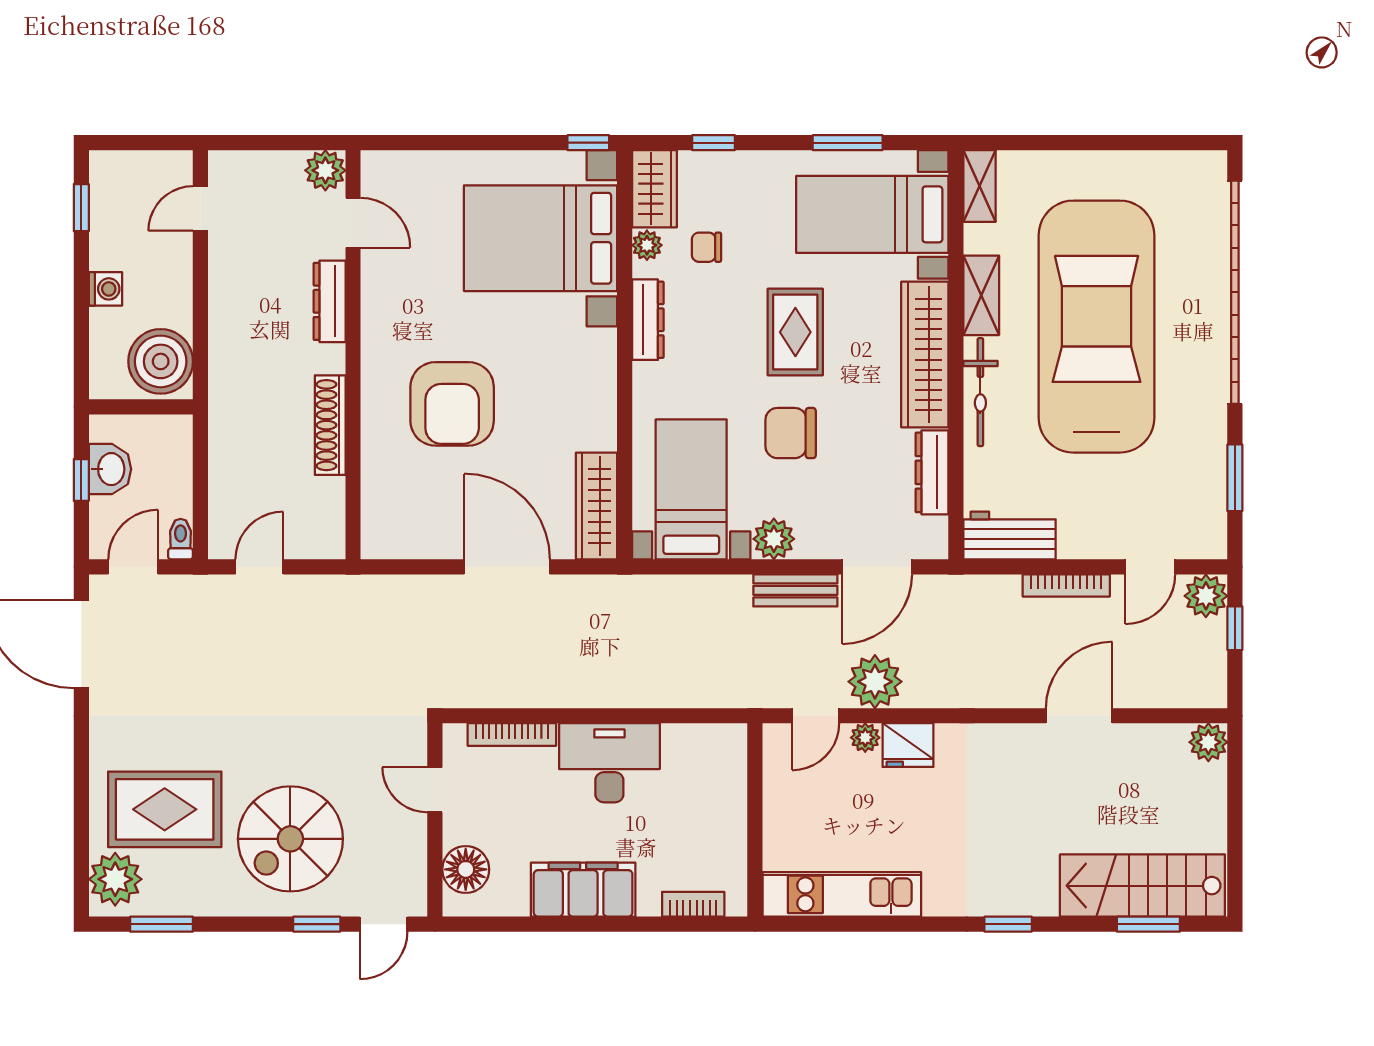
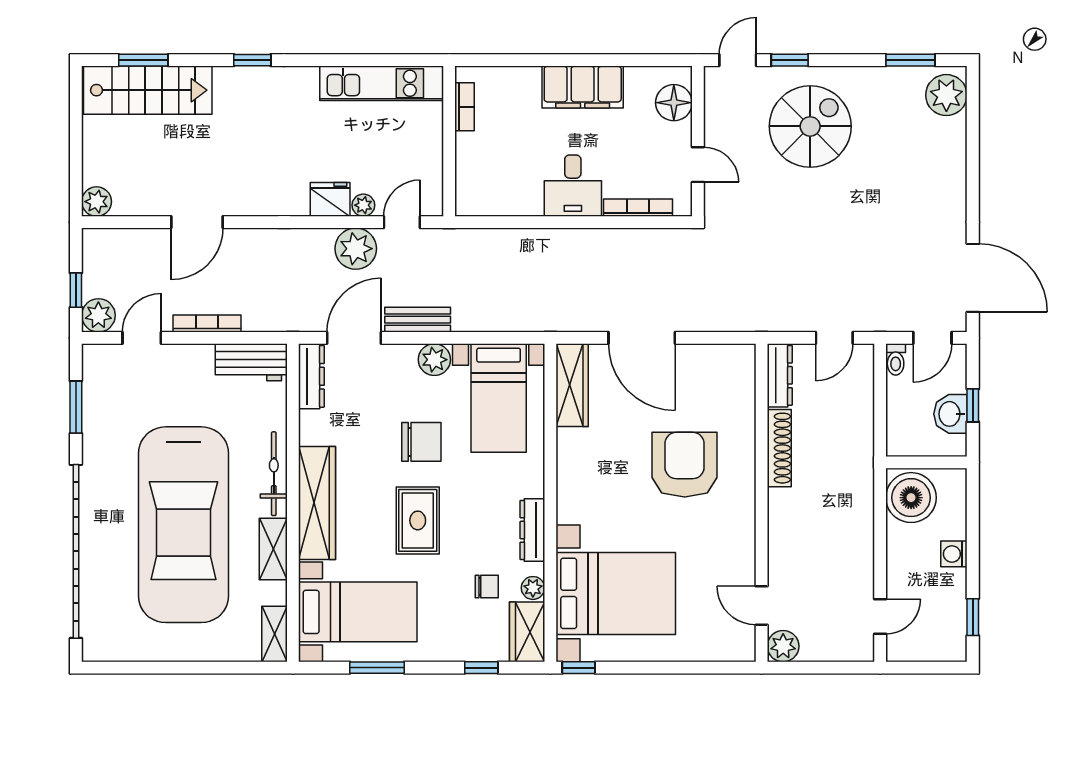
dresser: (330, 301) -> (780, 375), moved
dresser: (932, 472) -> (311, 376), moved
desk: (609, 763) -> (573, 186), width x0.73
rug: (165, 809) -> (908, 149), removed
bookcase: (693, 904) -> (465, 107), moved, turned -90

